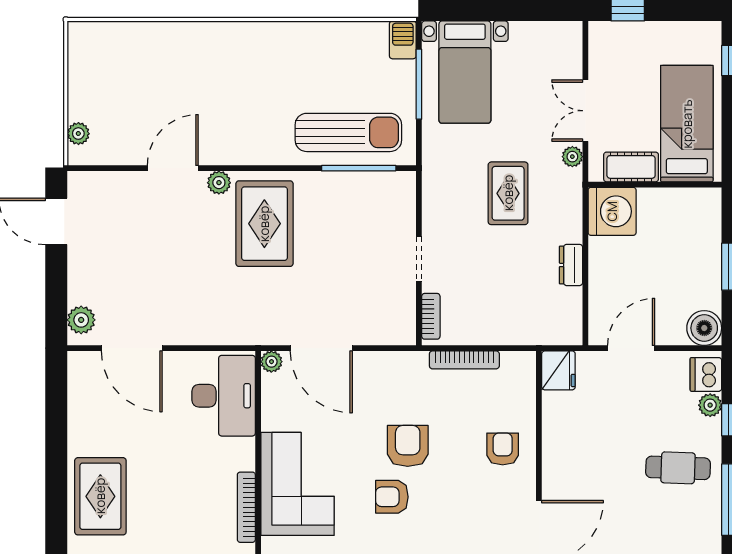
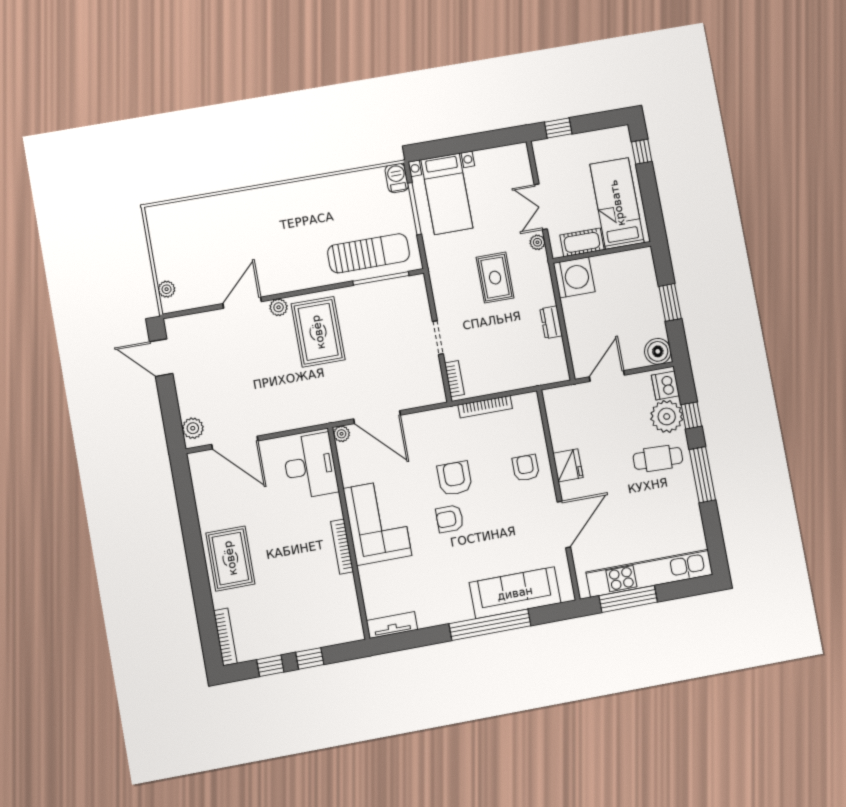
fridge: (558, 370) -> (568, 465), moved
plant: (710, 405) -> (667, 416), width x1.87, depth x1.87

